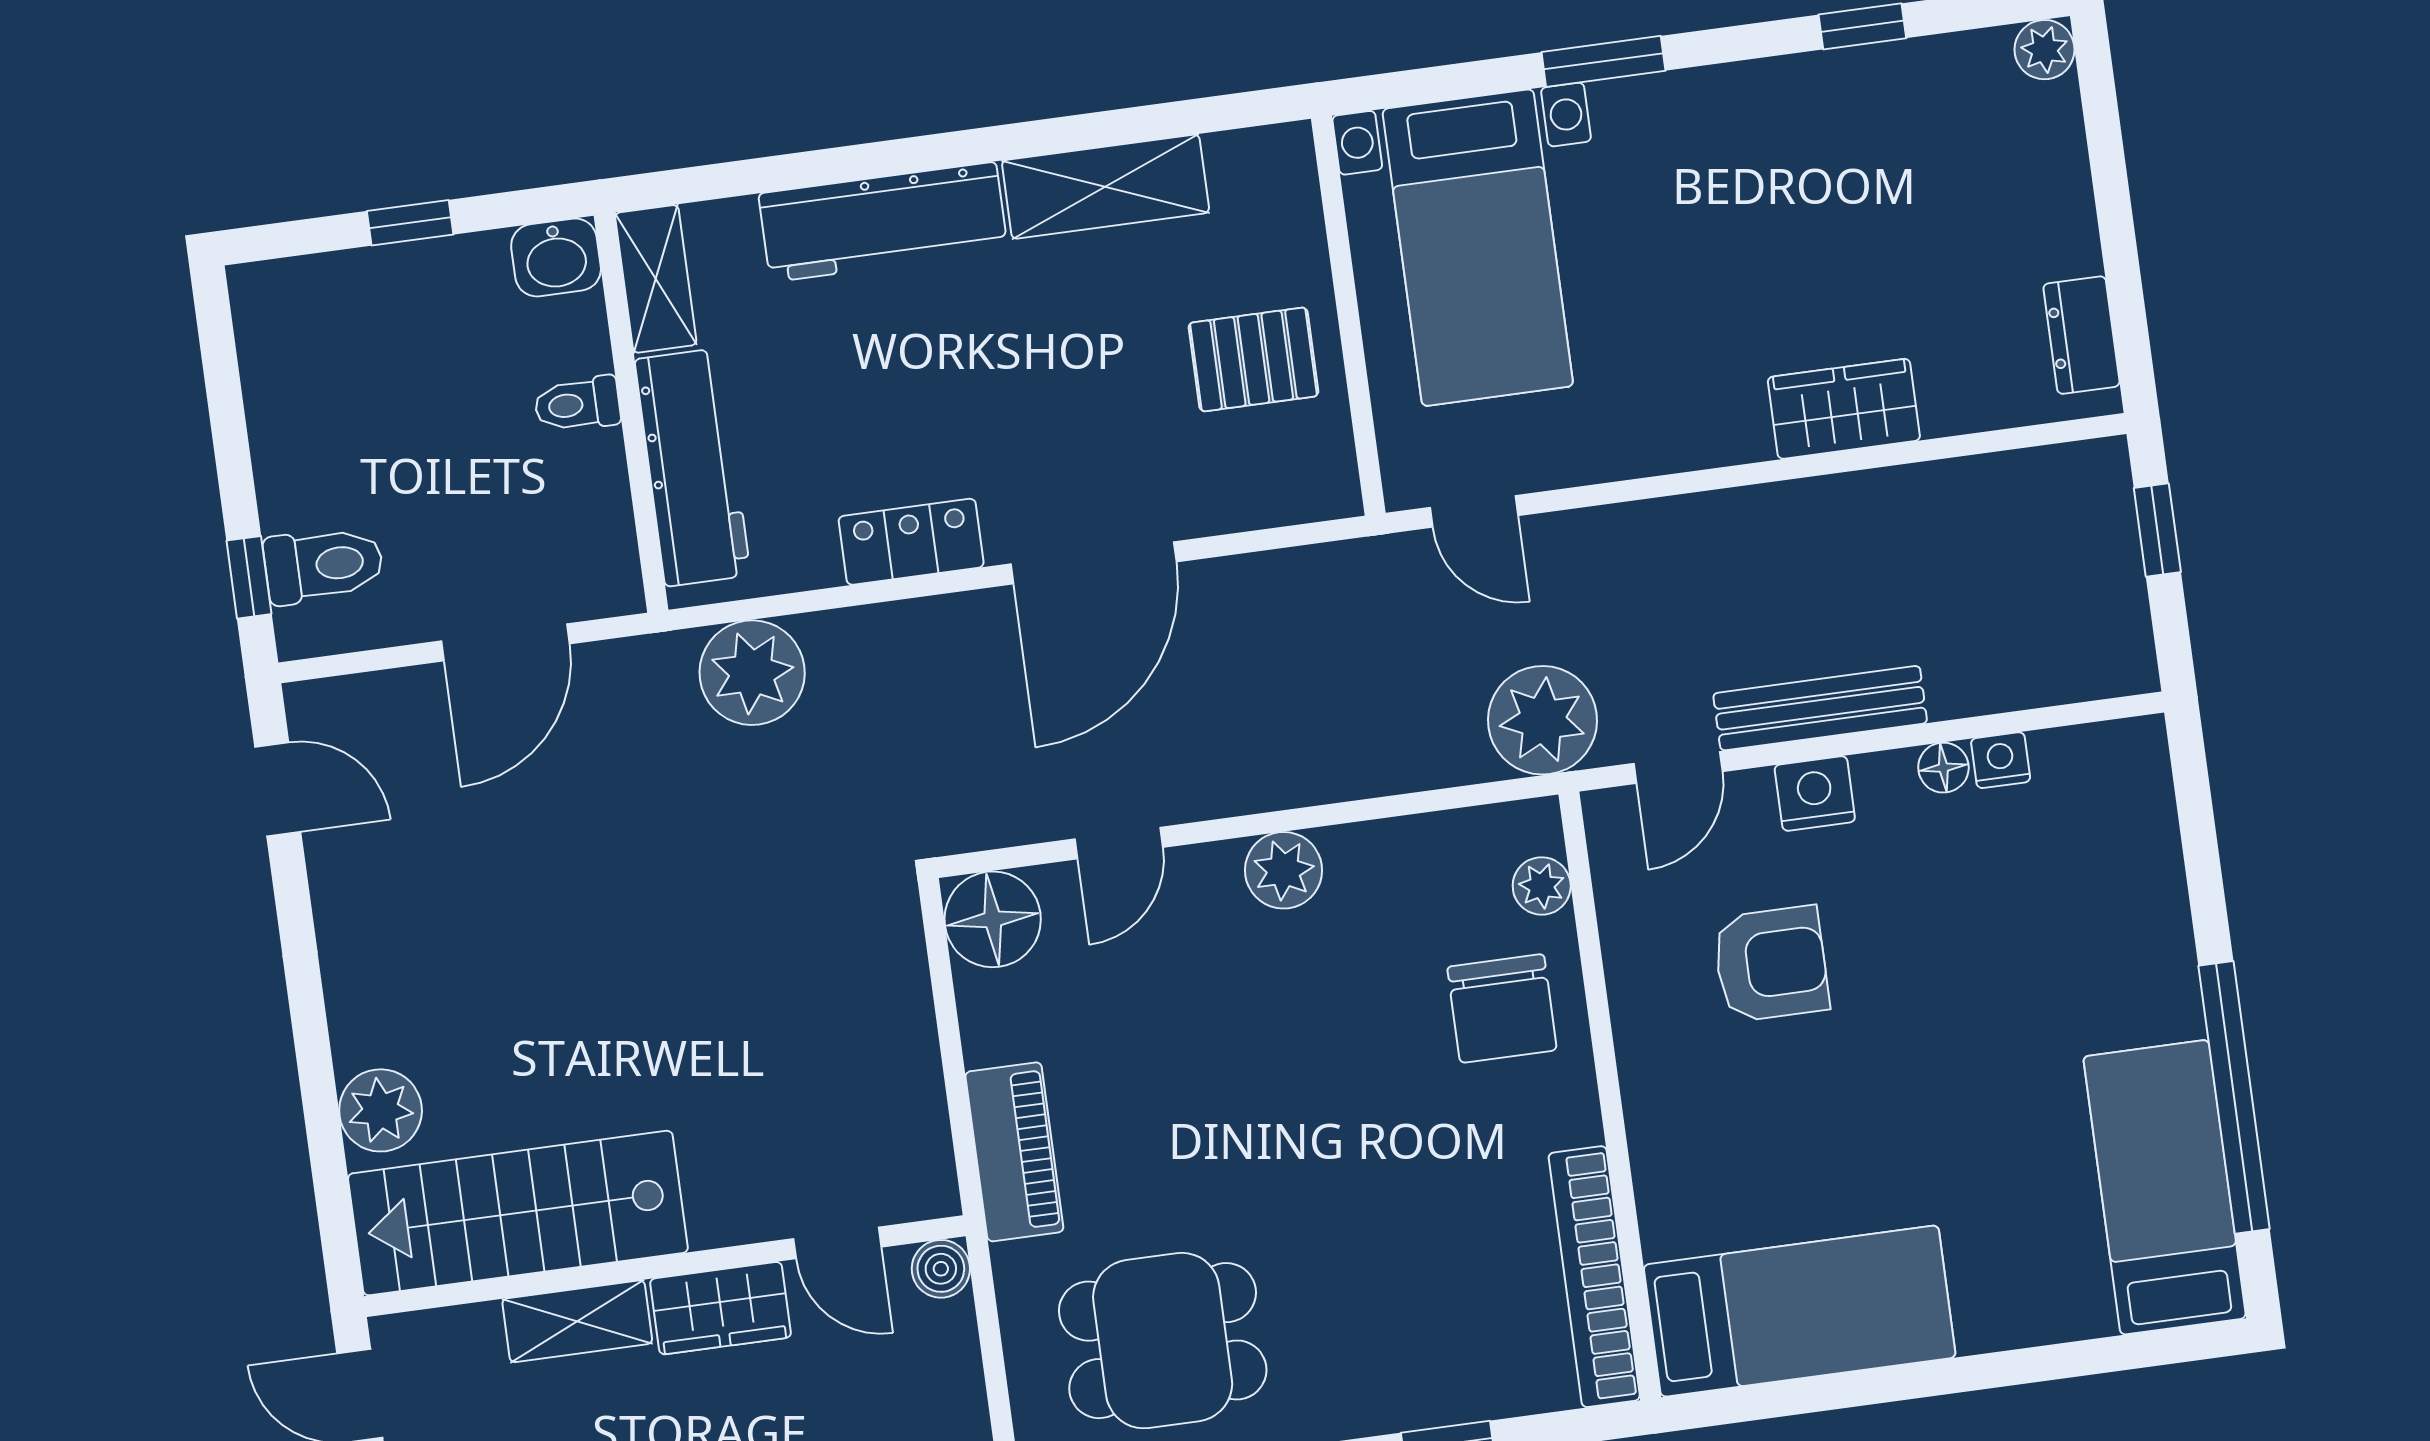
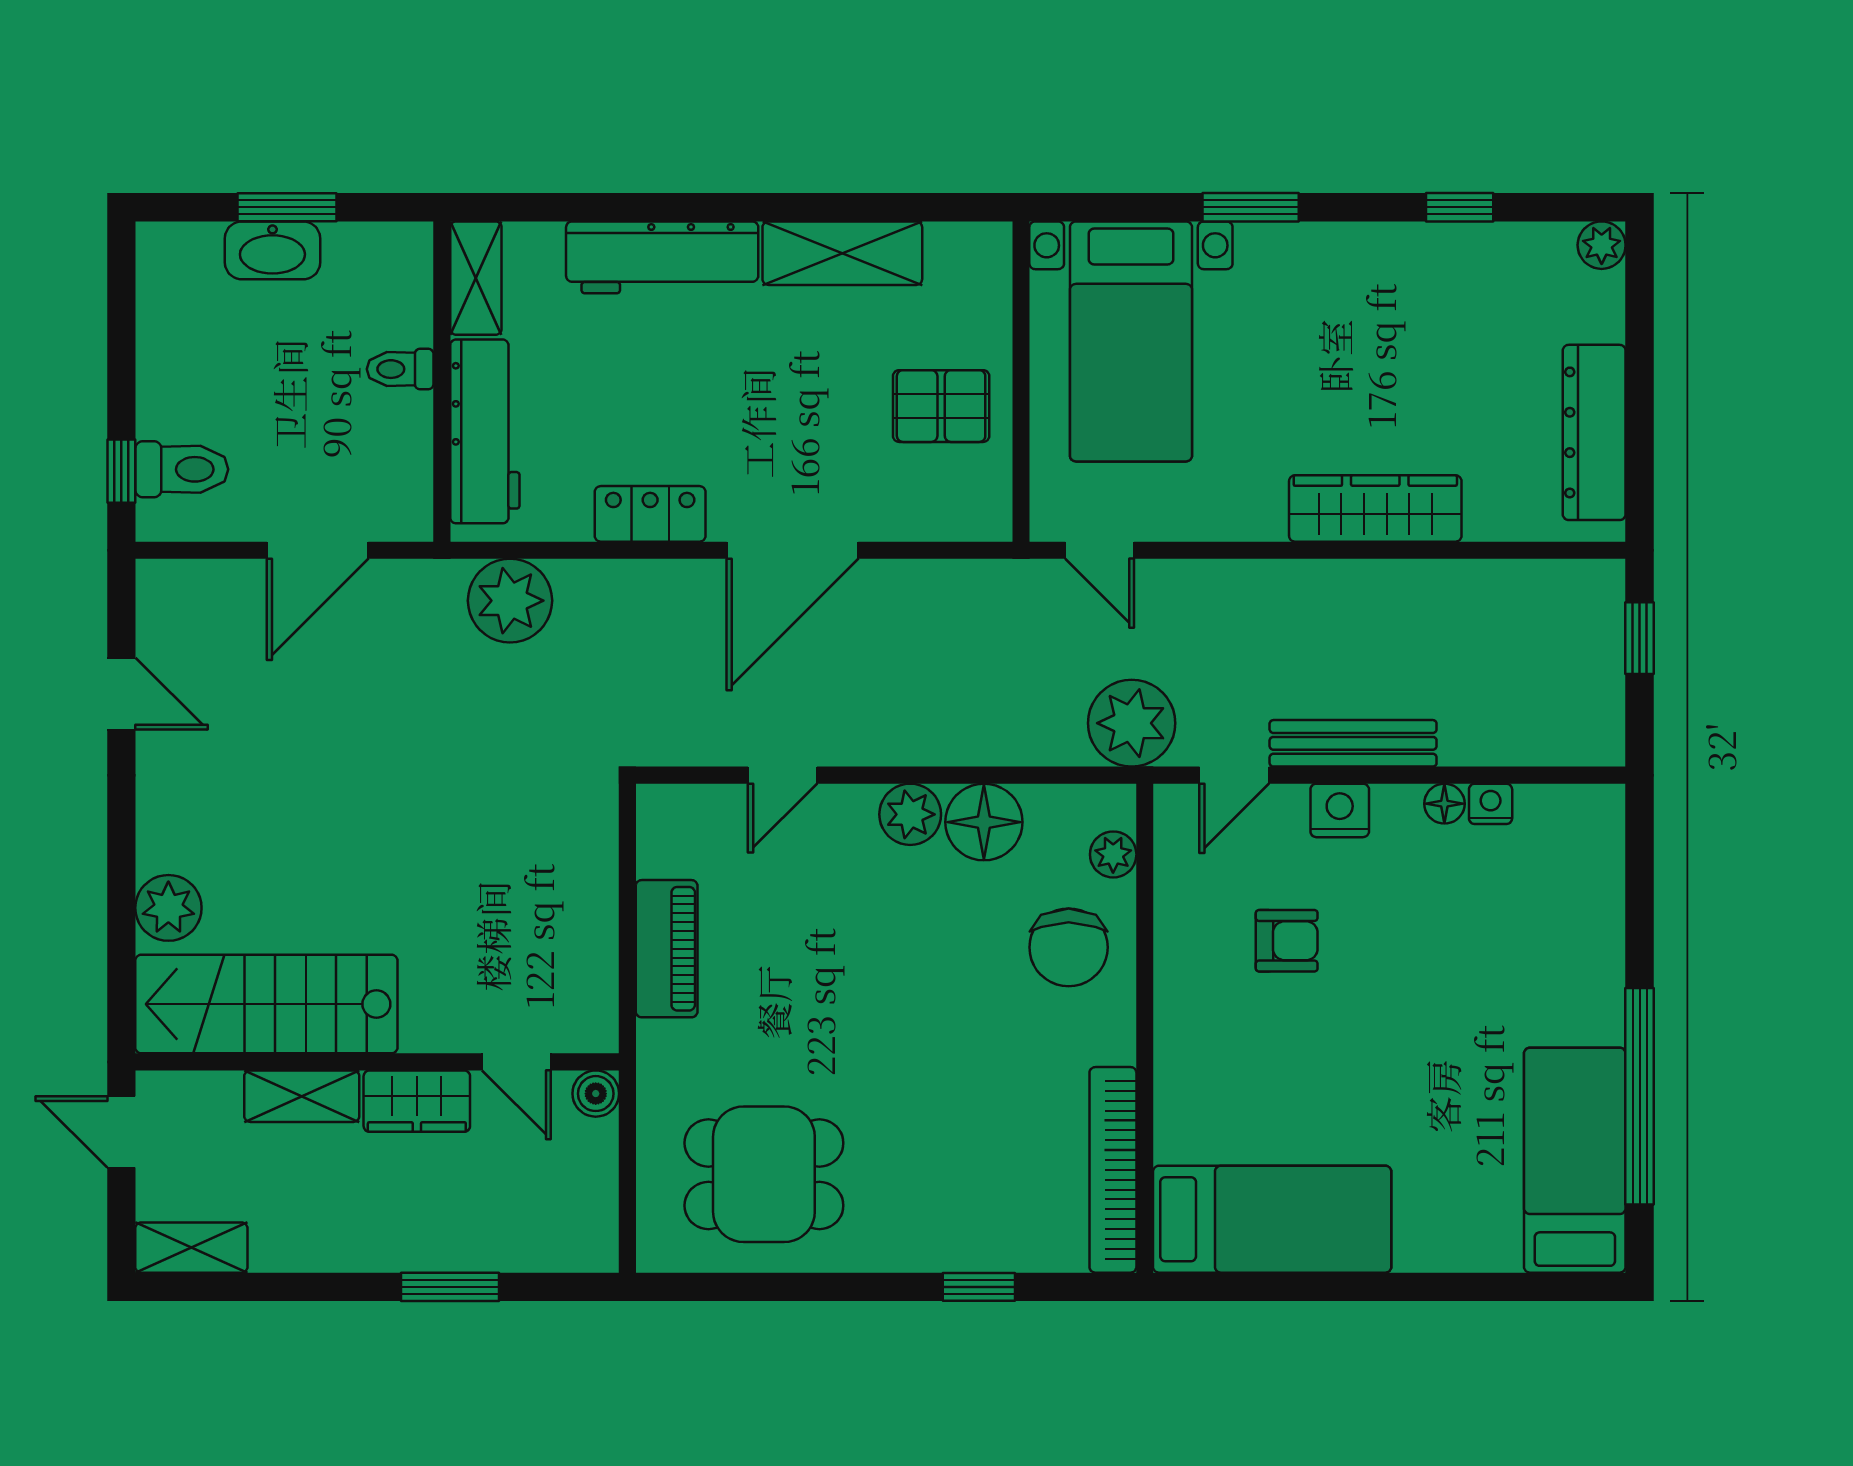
window: (410, 223) -> (287, 207), width x1.50
washbasin: (556, 257) -> (272, 250), moved, width x1.38
dresser: (2082, 335) -> (1594, 432), width x1.96, depth x1.24
wardrobe: (1844, 409) -> (1375, 508), width x1.50
door: (278, 789) -> (121, 694), moved
floor lamp: (993, 919) -> (984, 822), moved
armchair: (1771, 964) -> (1287, 941), width x0.72, depth x0.72
piano: (1014, 1152) -> (667, 949), moved

